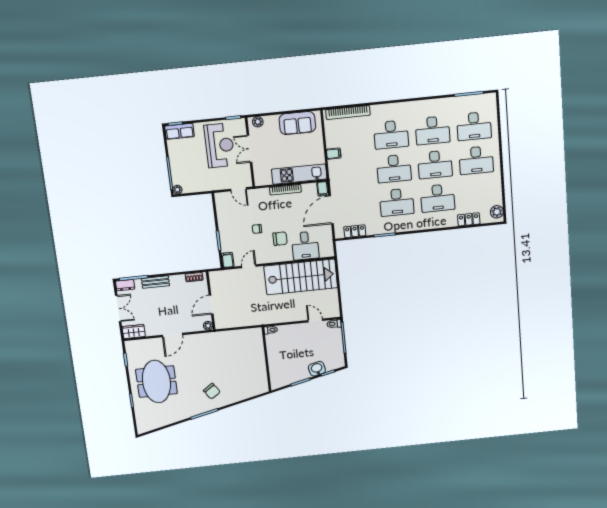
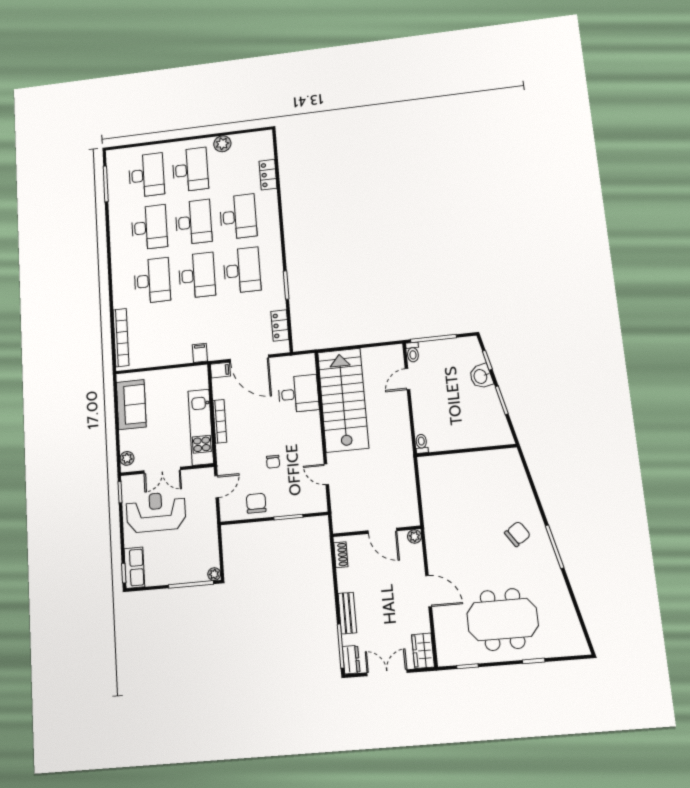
filing cabinet: (334, 154) -> (200, 353), moved
kitchen unit: (299, 174) -> (201, 427), moved
plant: (497, 212) -> (222, 144), moved
chair: (280, 239) -> (256, 503), moved
filing cabinet: (228, 260) -> (317, 505), removed

